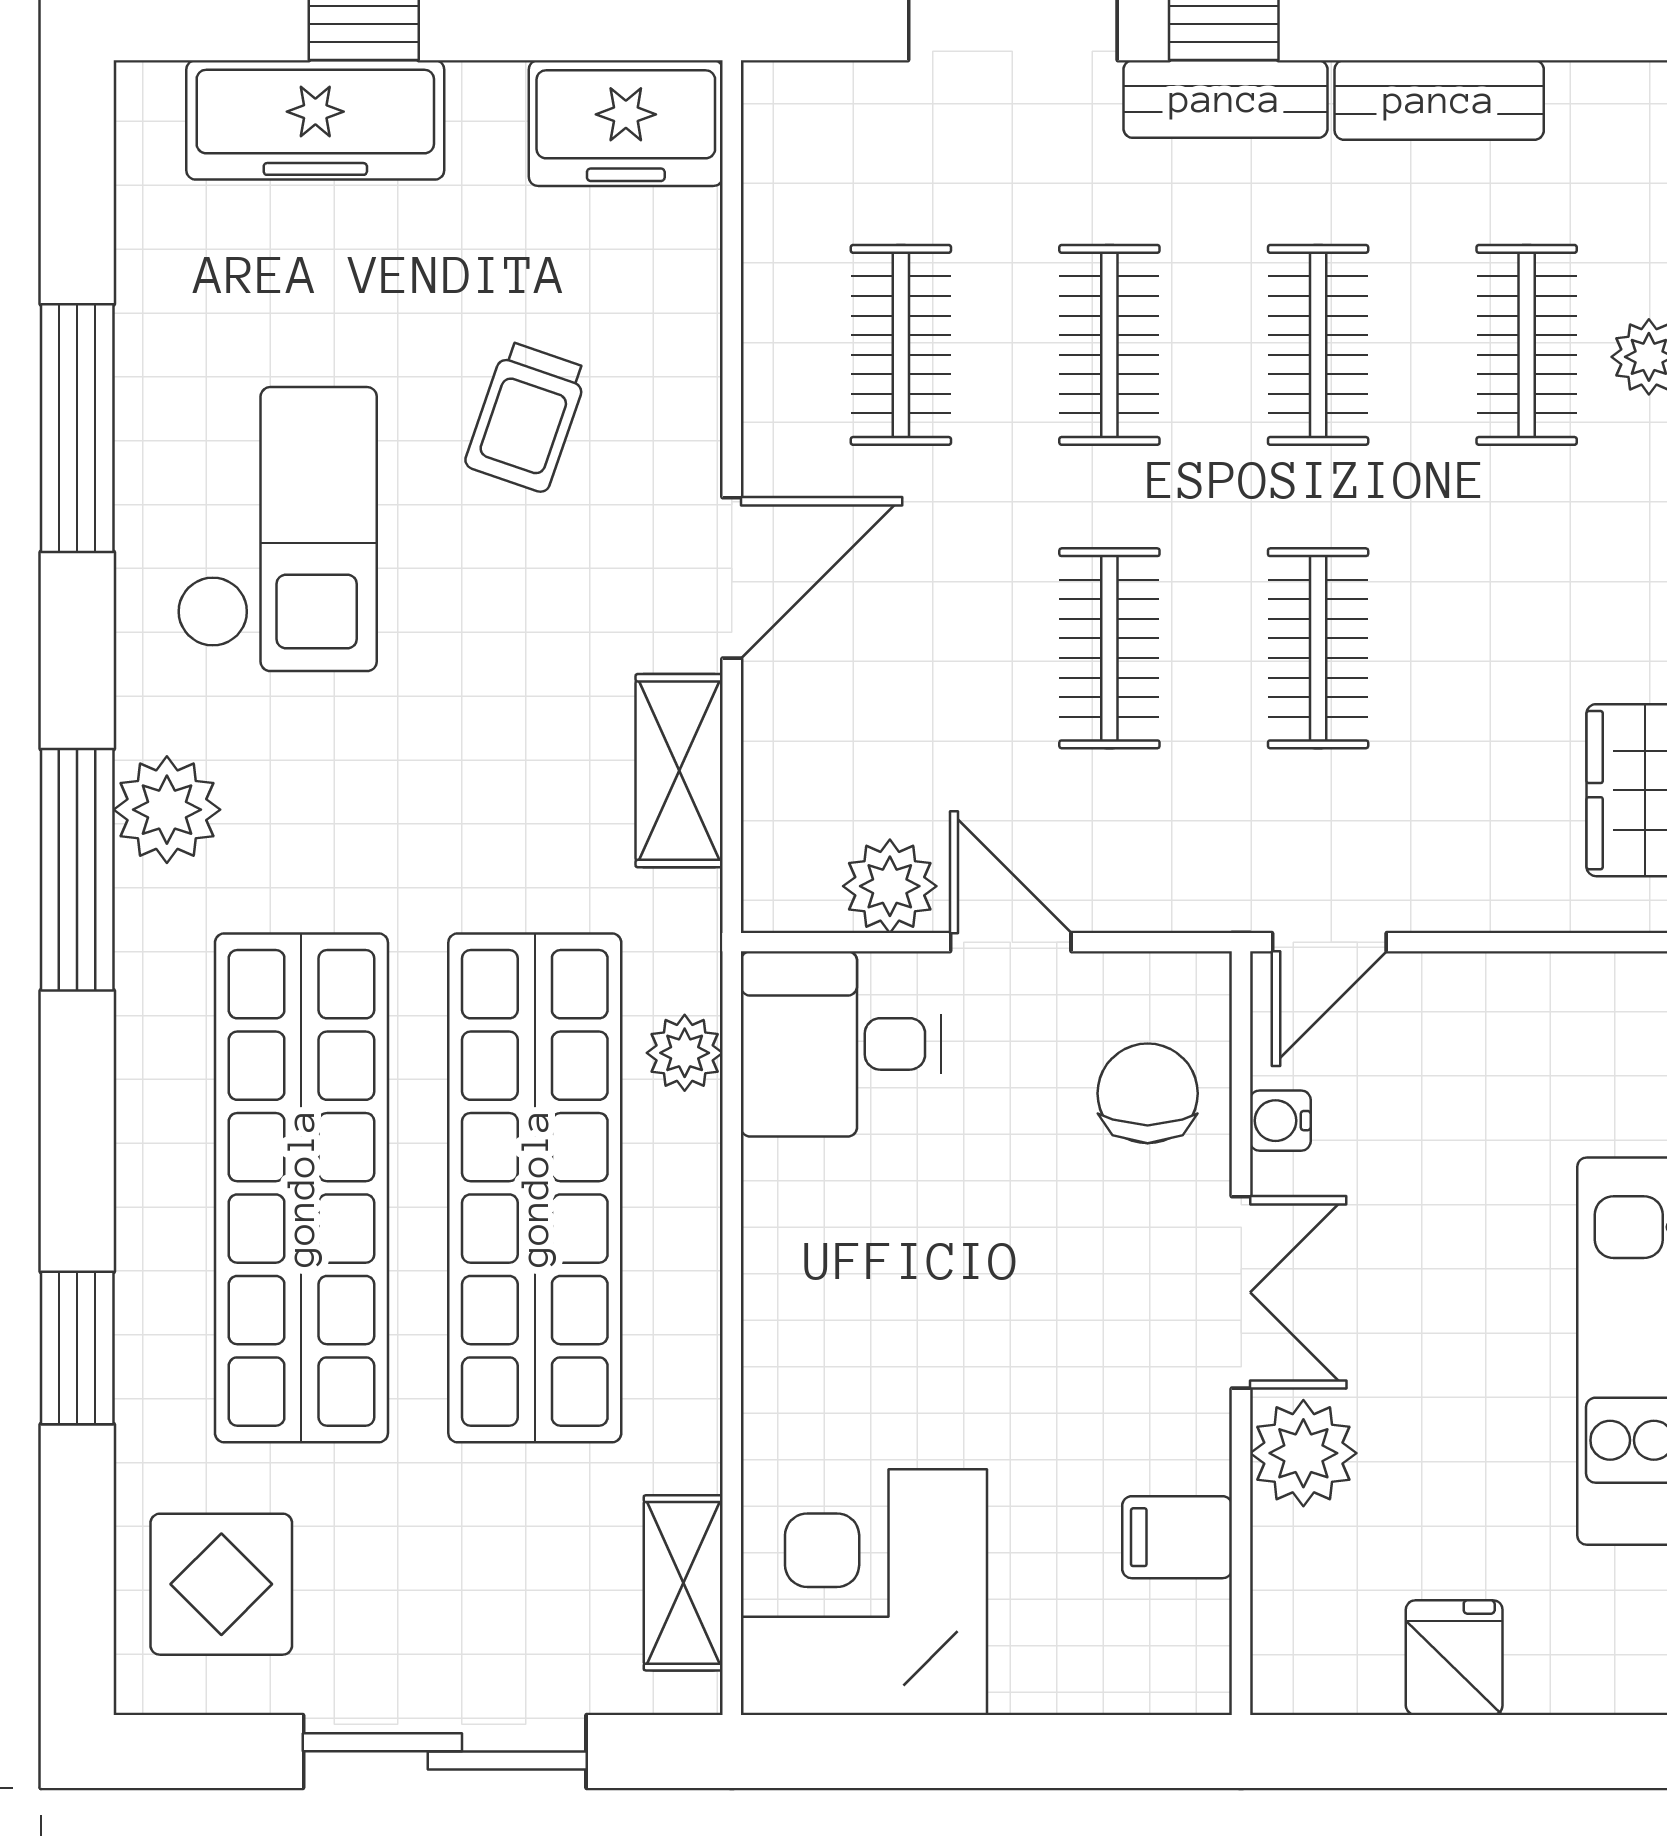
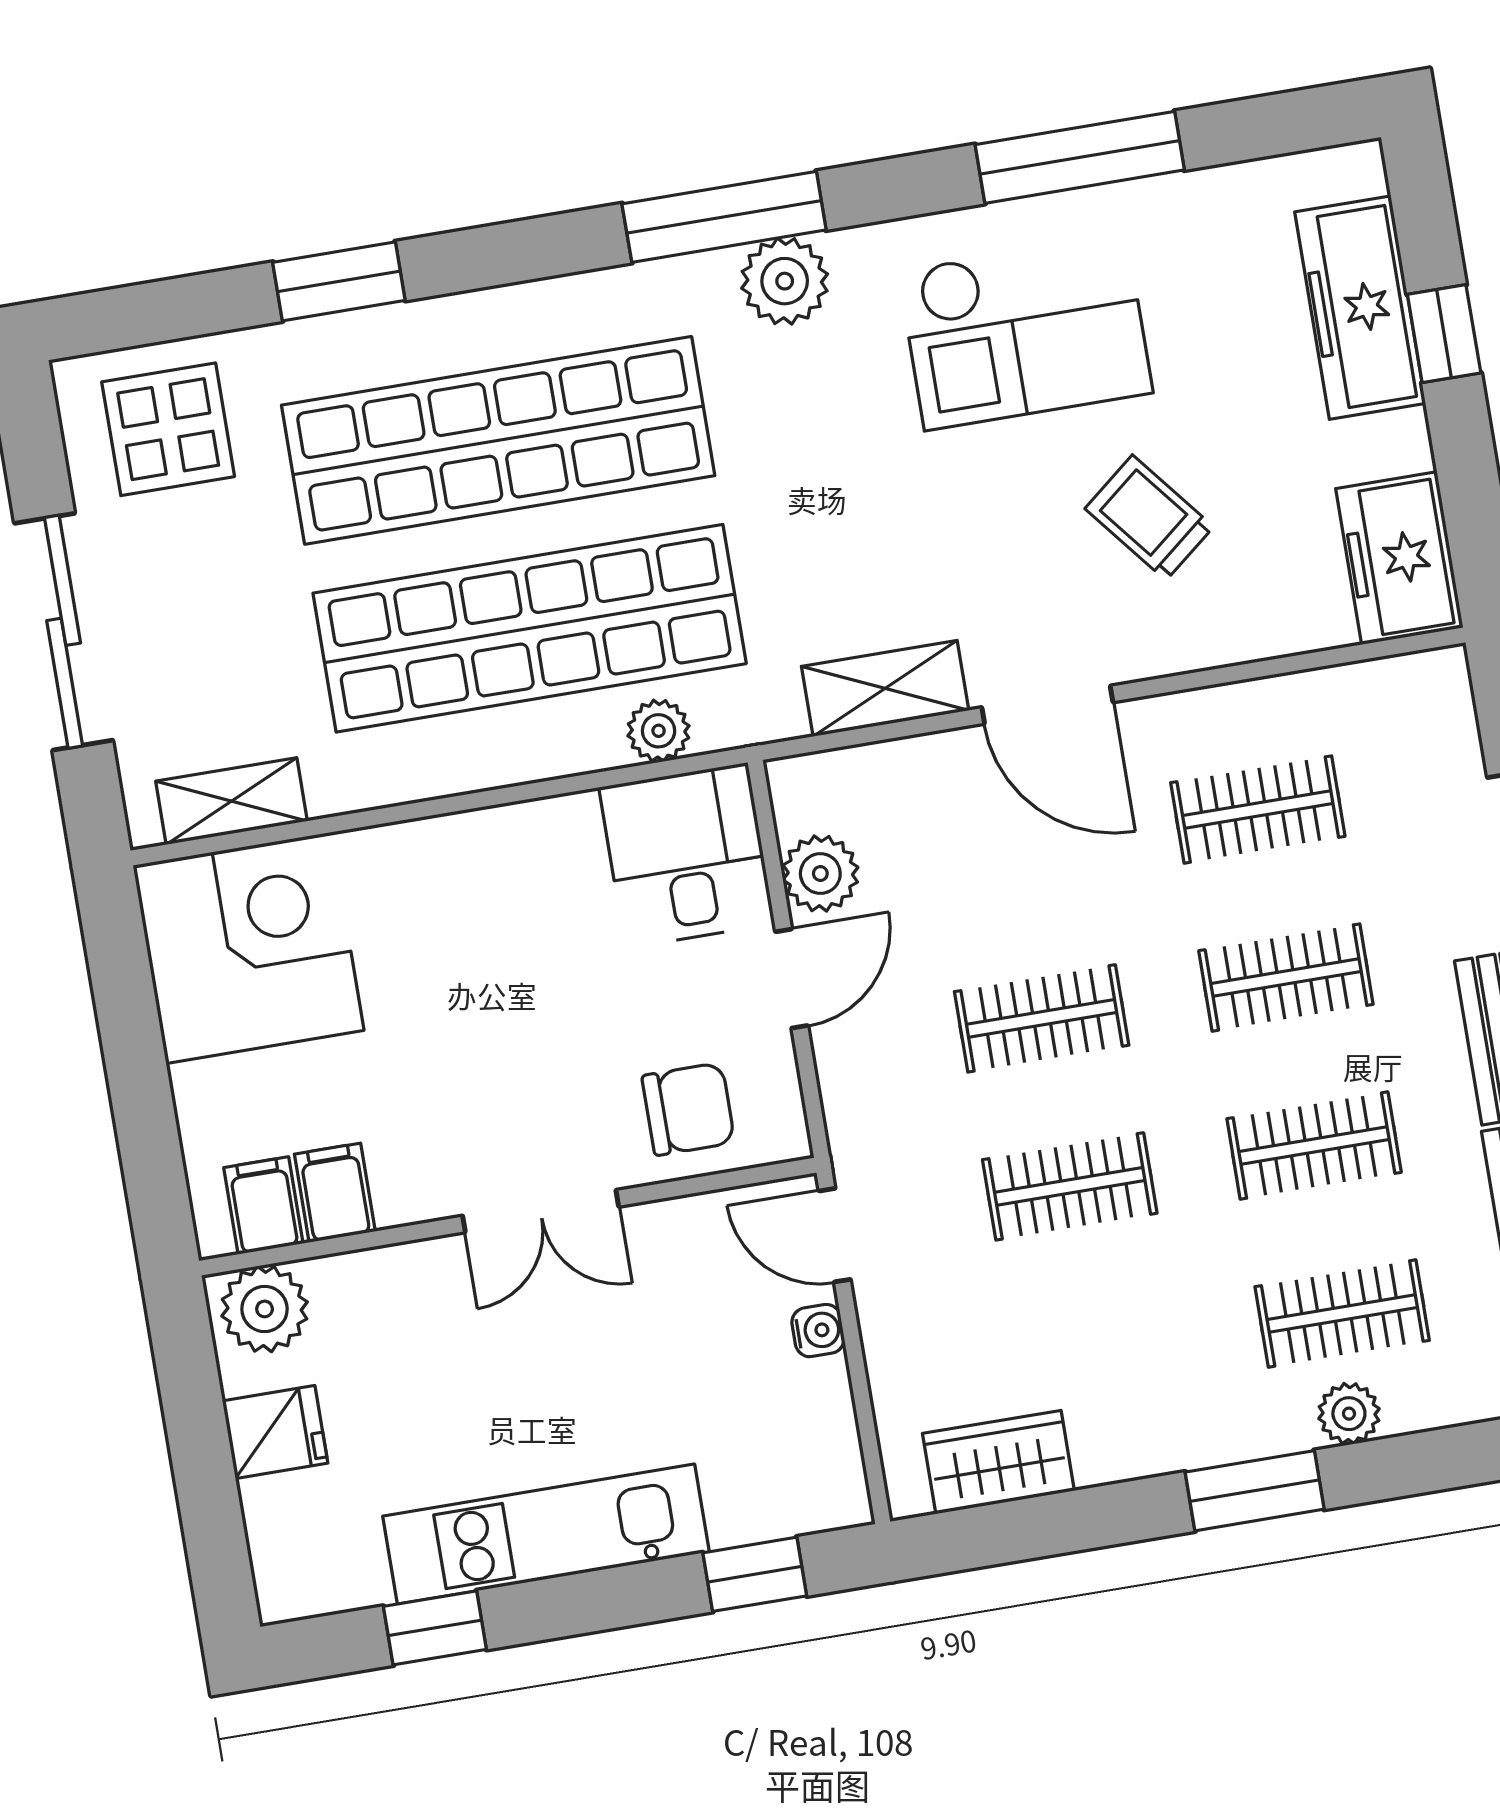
trolley: (526, 417) -> (1149, 518), turned 32
water cooler: (1280, 1121) -> (818, 1331), moved, turned 90
plant: (1303, 1453) -> (265, 1309), moved
filing cabinet: (1178, 1626) -> (263, 1205), added

